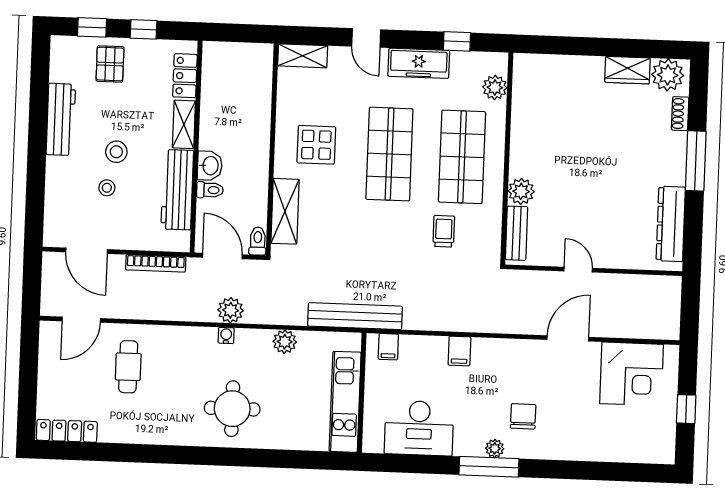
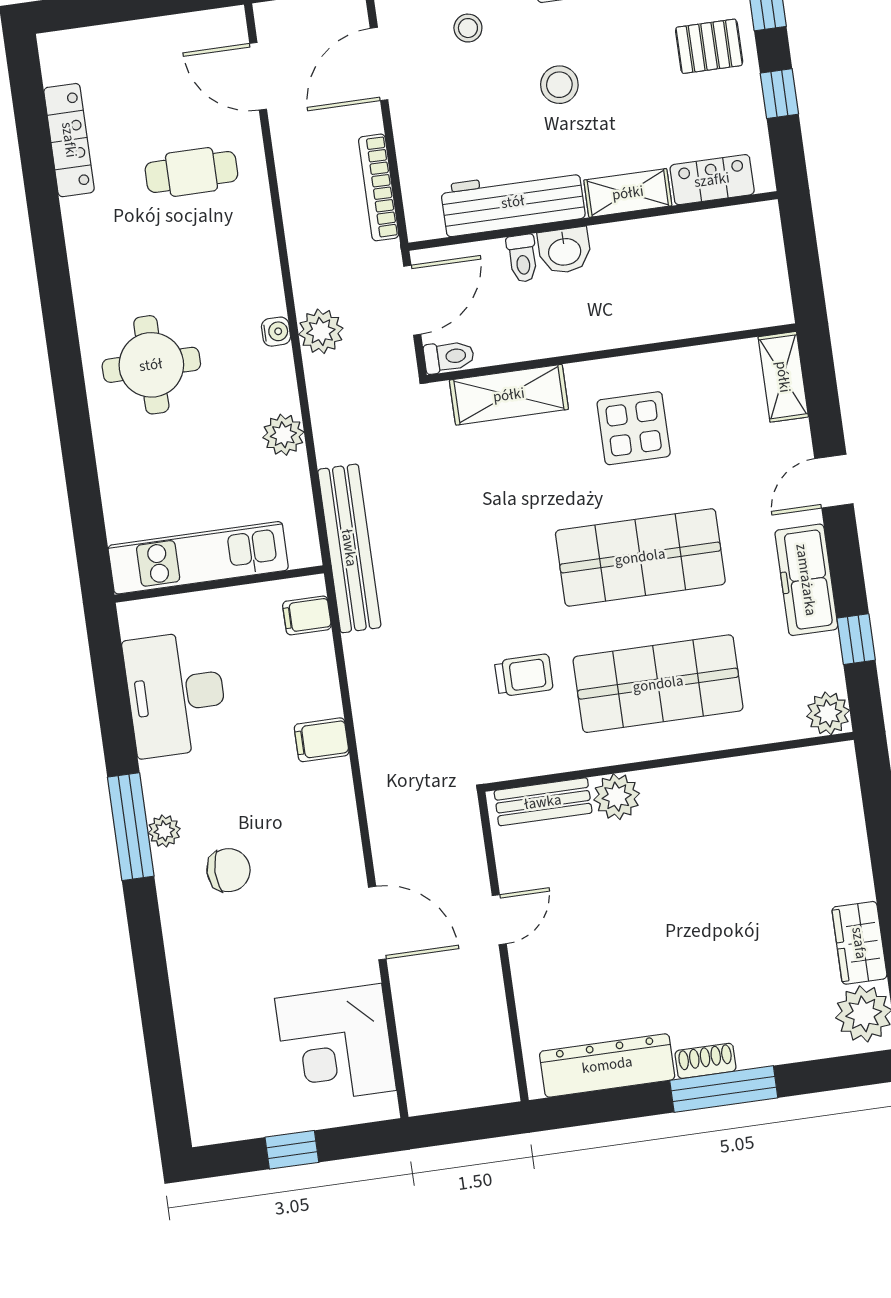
plant: (495, 87) -> (828, 713), moved
shoe rack: (680, 114) -> (706, 1061), moved
stool: (107, 188) -> (468, 28), moved
locker: (67, 431) -> (69, 140), moved

